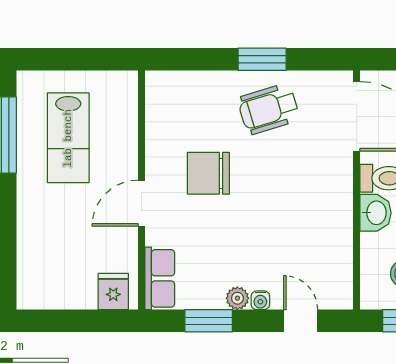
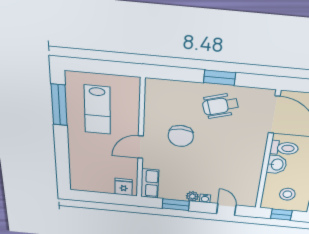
chair: (208, 173) -> (181, 136), turned -90

